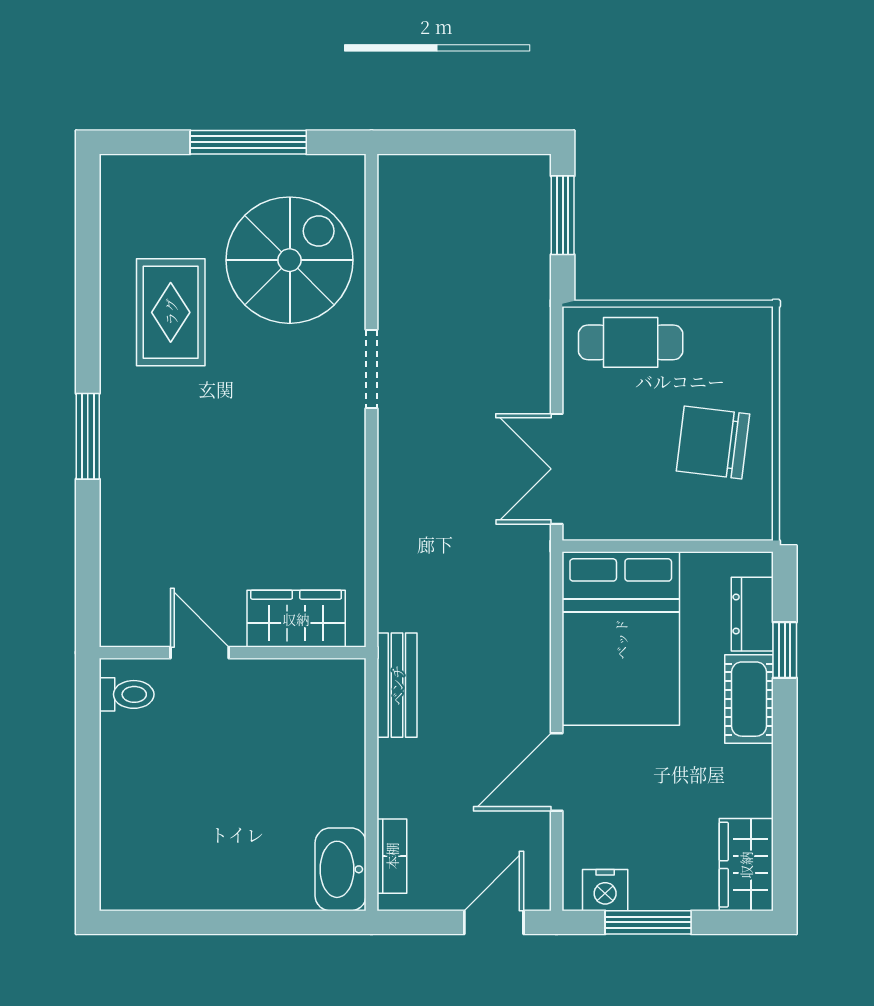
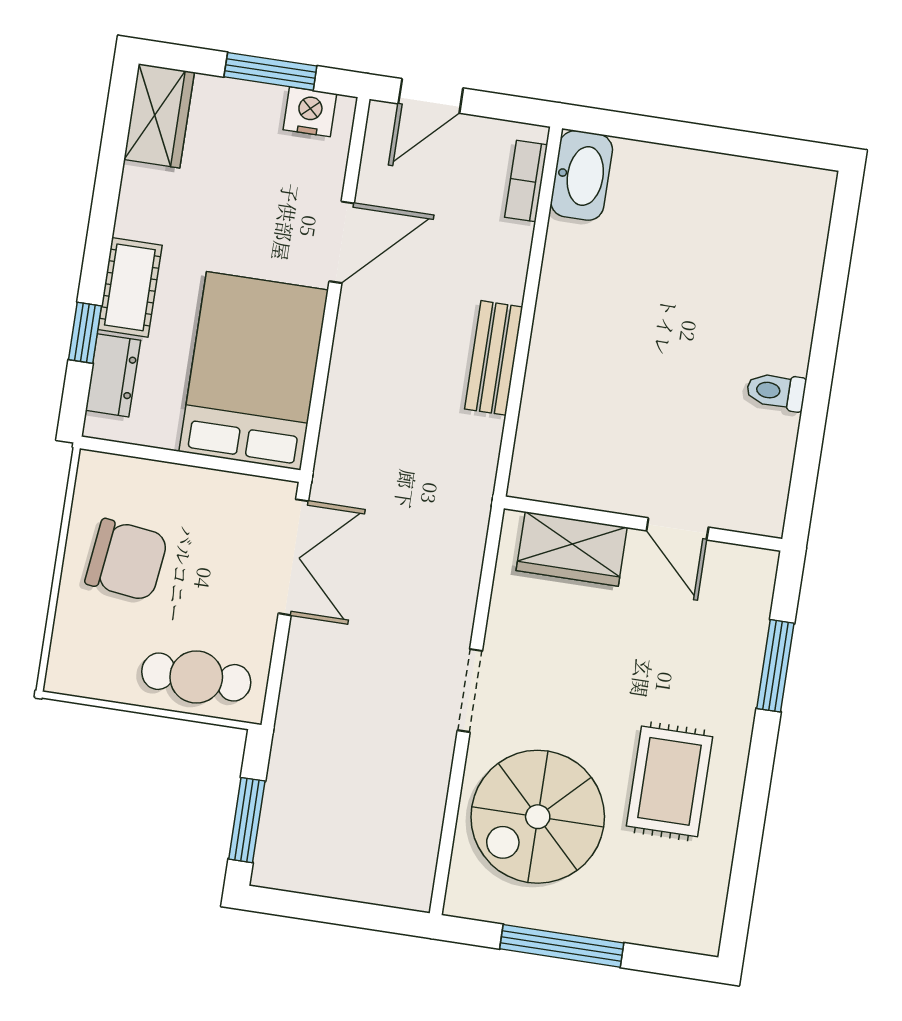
wardrobe: (296, 619) -> (572, 549), moved
door: (200, 653) -> (677, 529), moved
wall: (233, 653) -> (643, 524), moved

